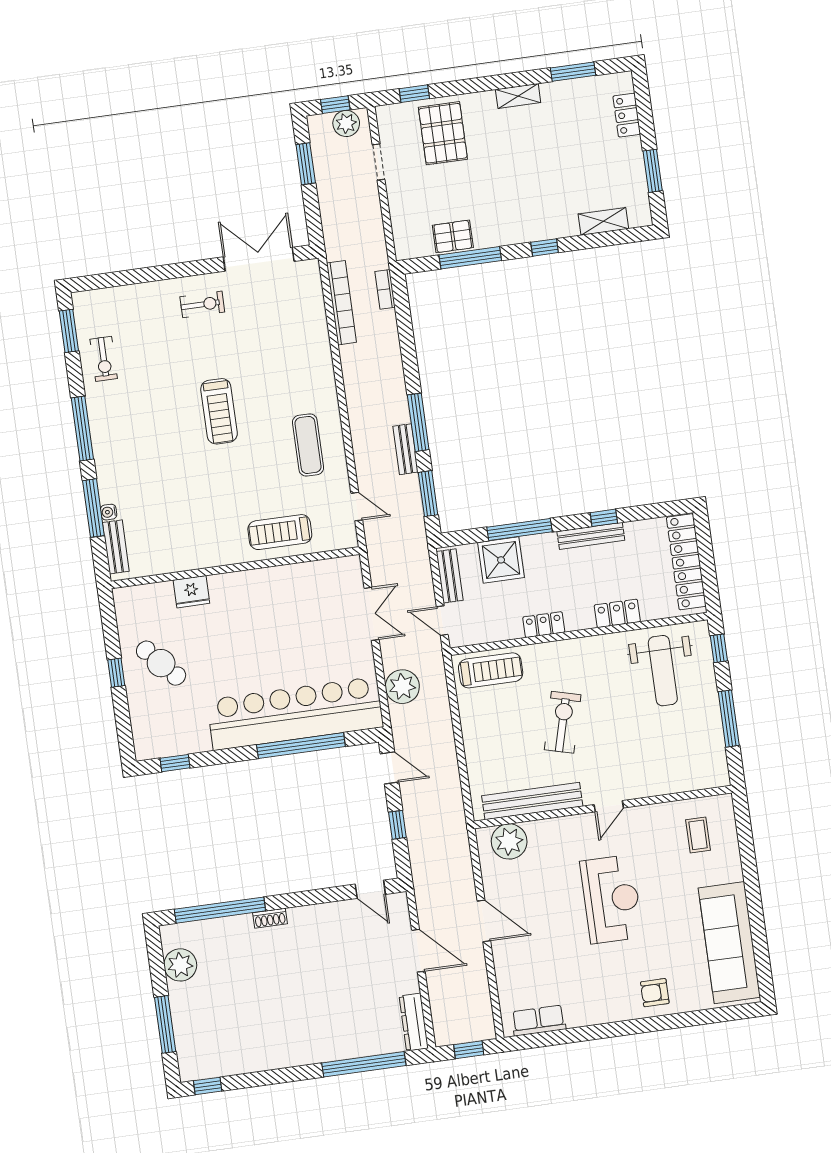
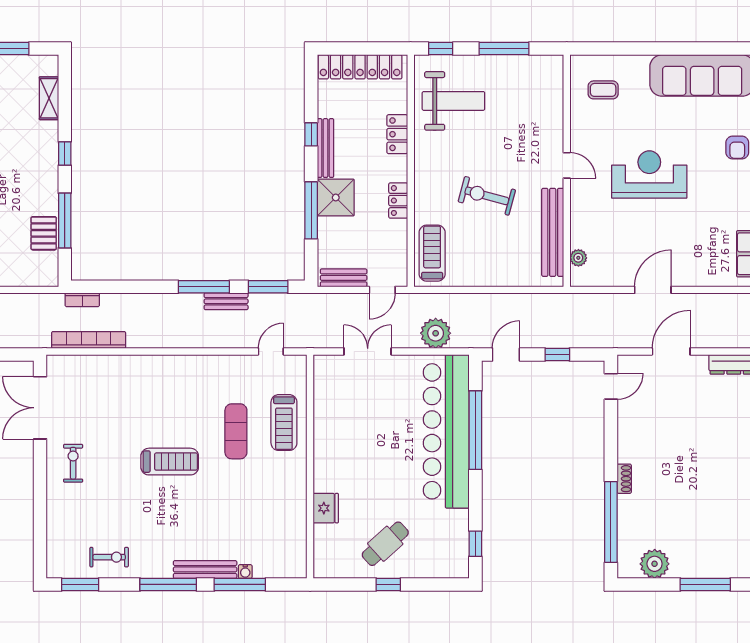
exercise mat: (308, 445) -> (236, 431), moved, turned 90
bench: (116, 547) -> (205, 569), moved, width x1.36
shower: (501, 560) -> (336, 198), moved
plant: (509, 841) -> (578, 258), width x0.53, depth x0.53

